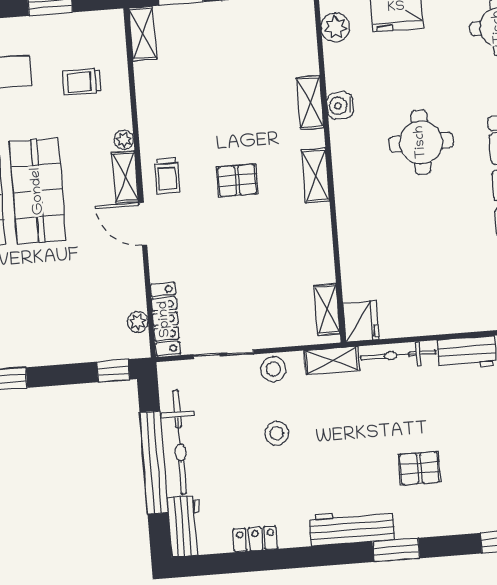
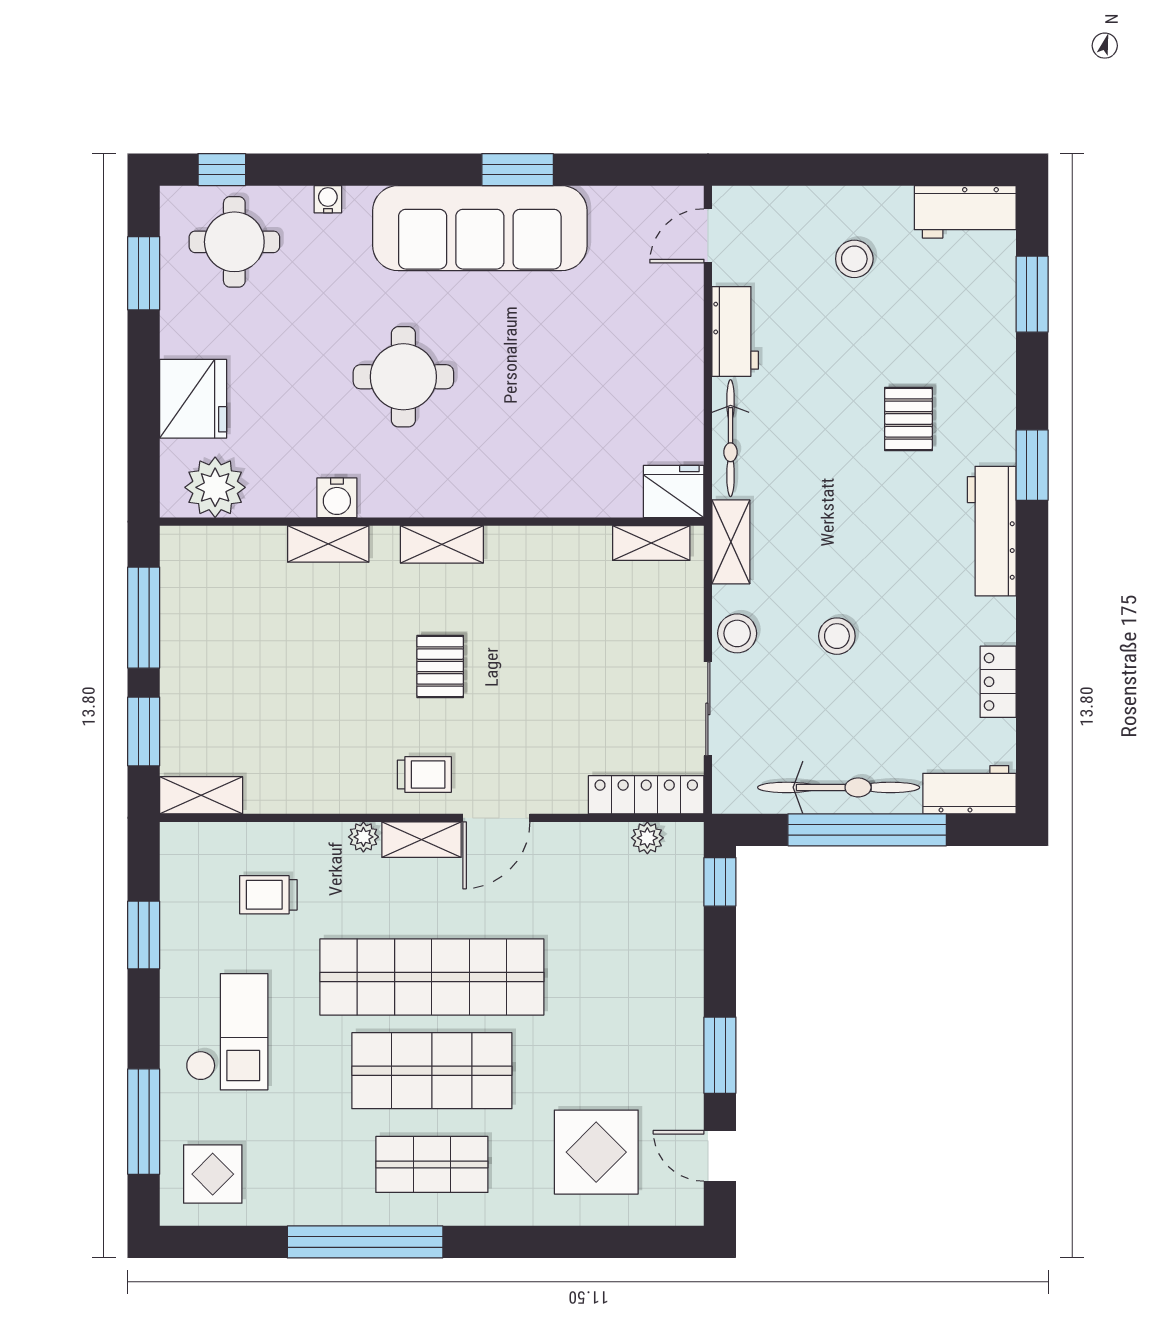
plant: (335, 27) -> (215, 487), width x1.36, depth x1.36
trolley: (82, 82) -> (268, 895), turned 90
shop shelf: (38, 191) -> (432, 977), width x1.40

